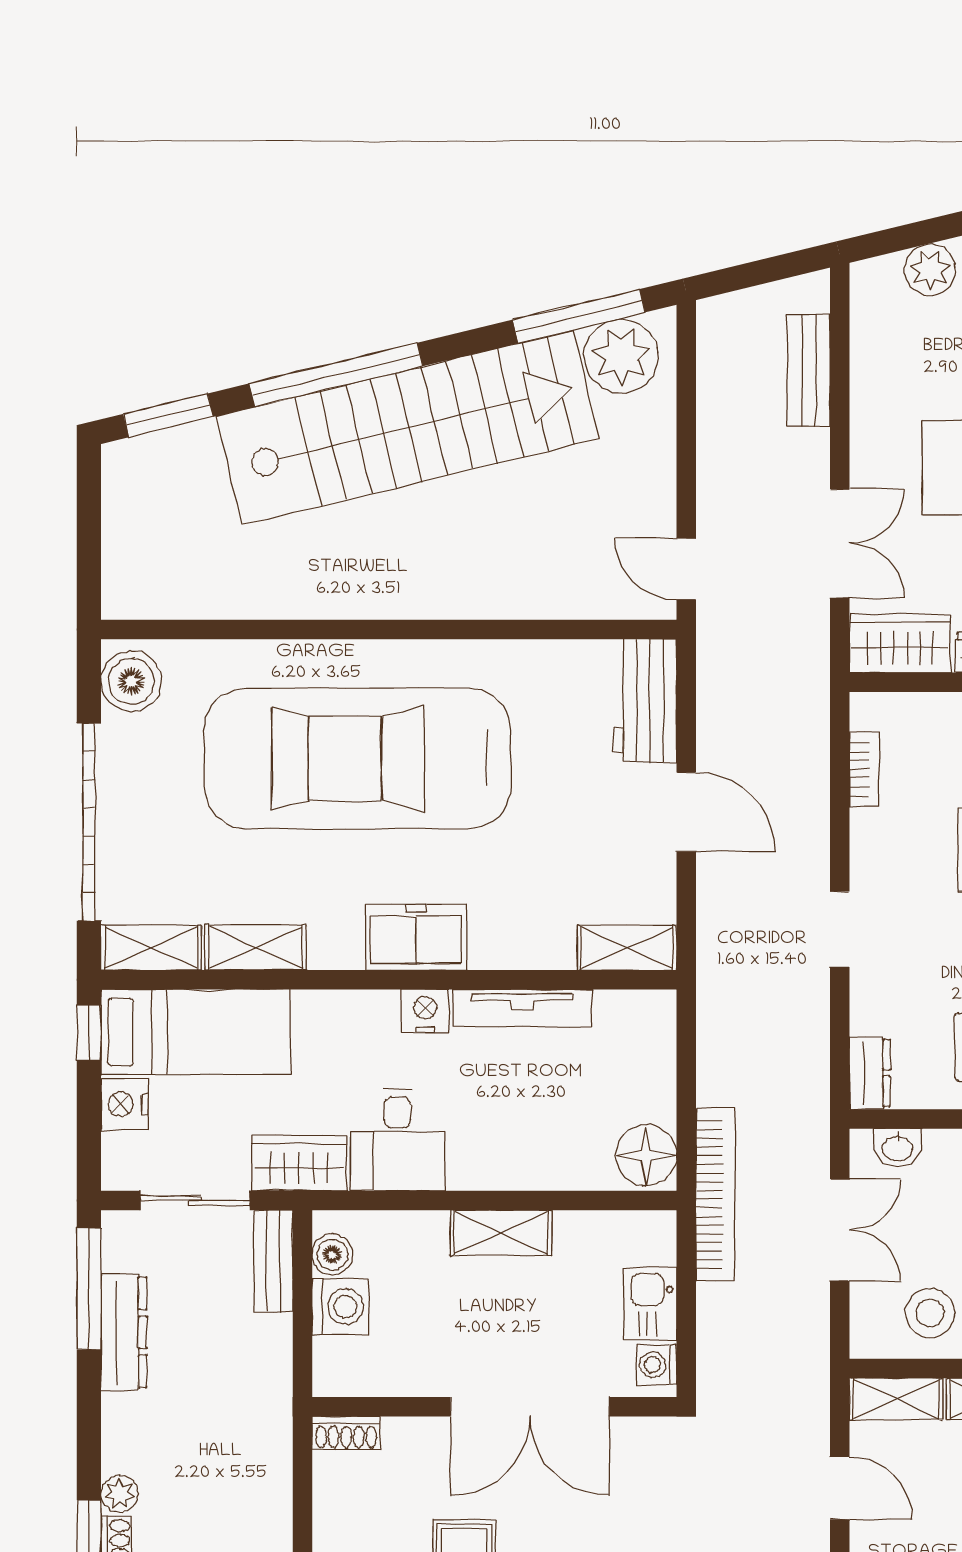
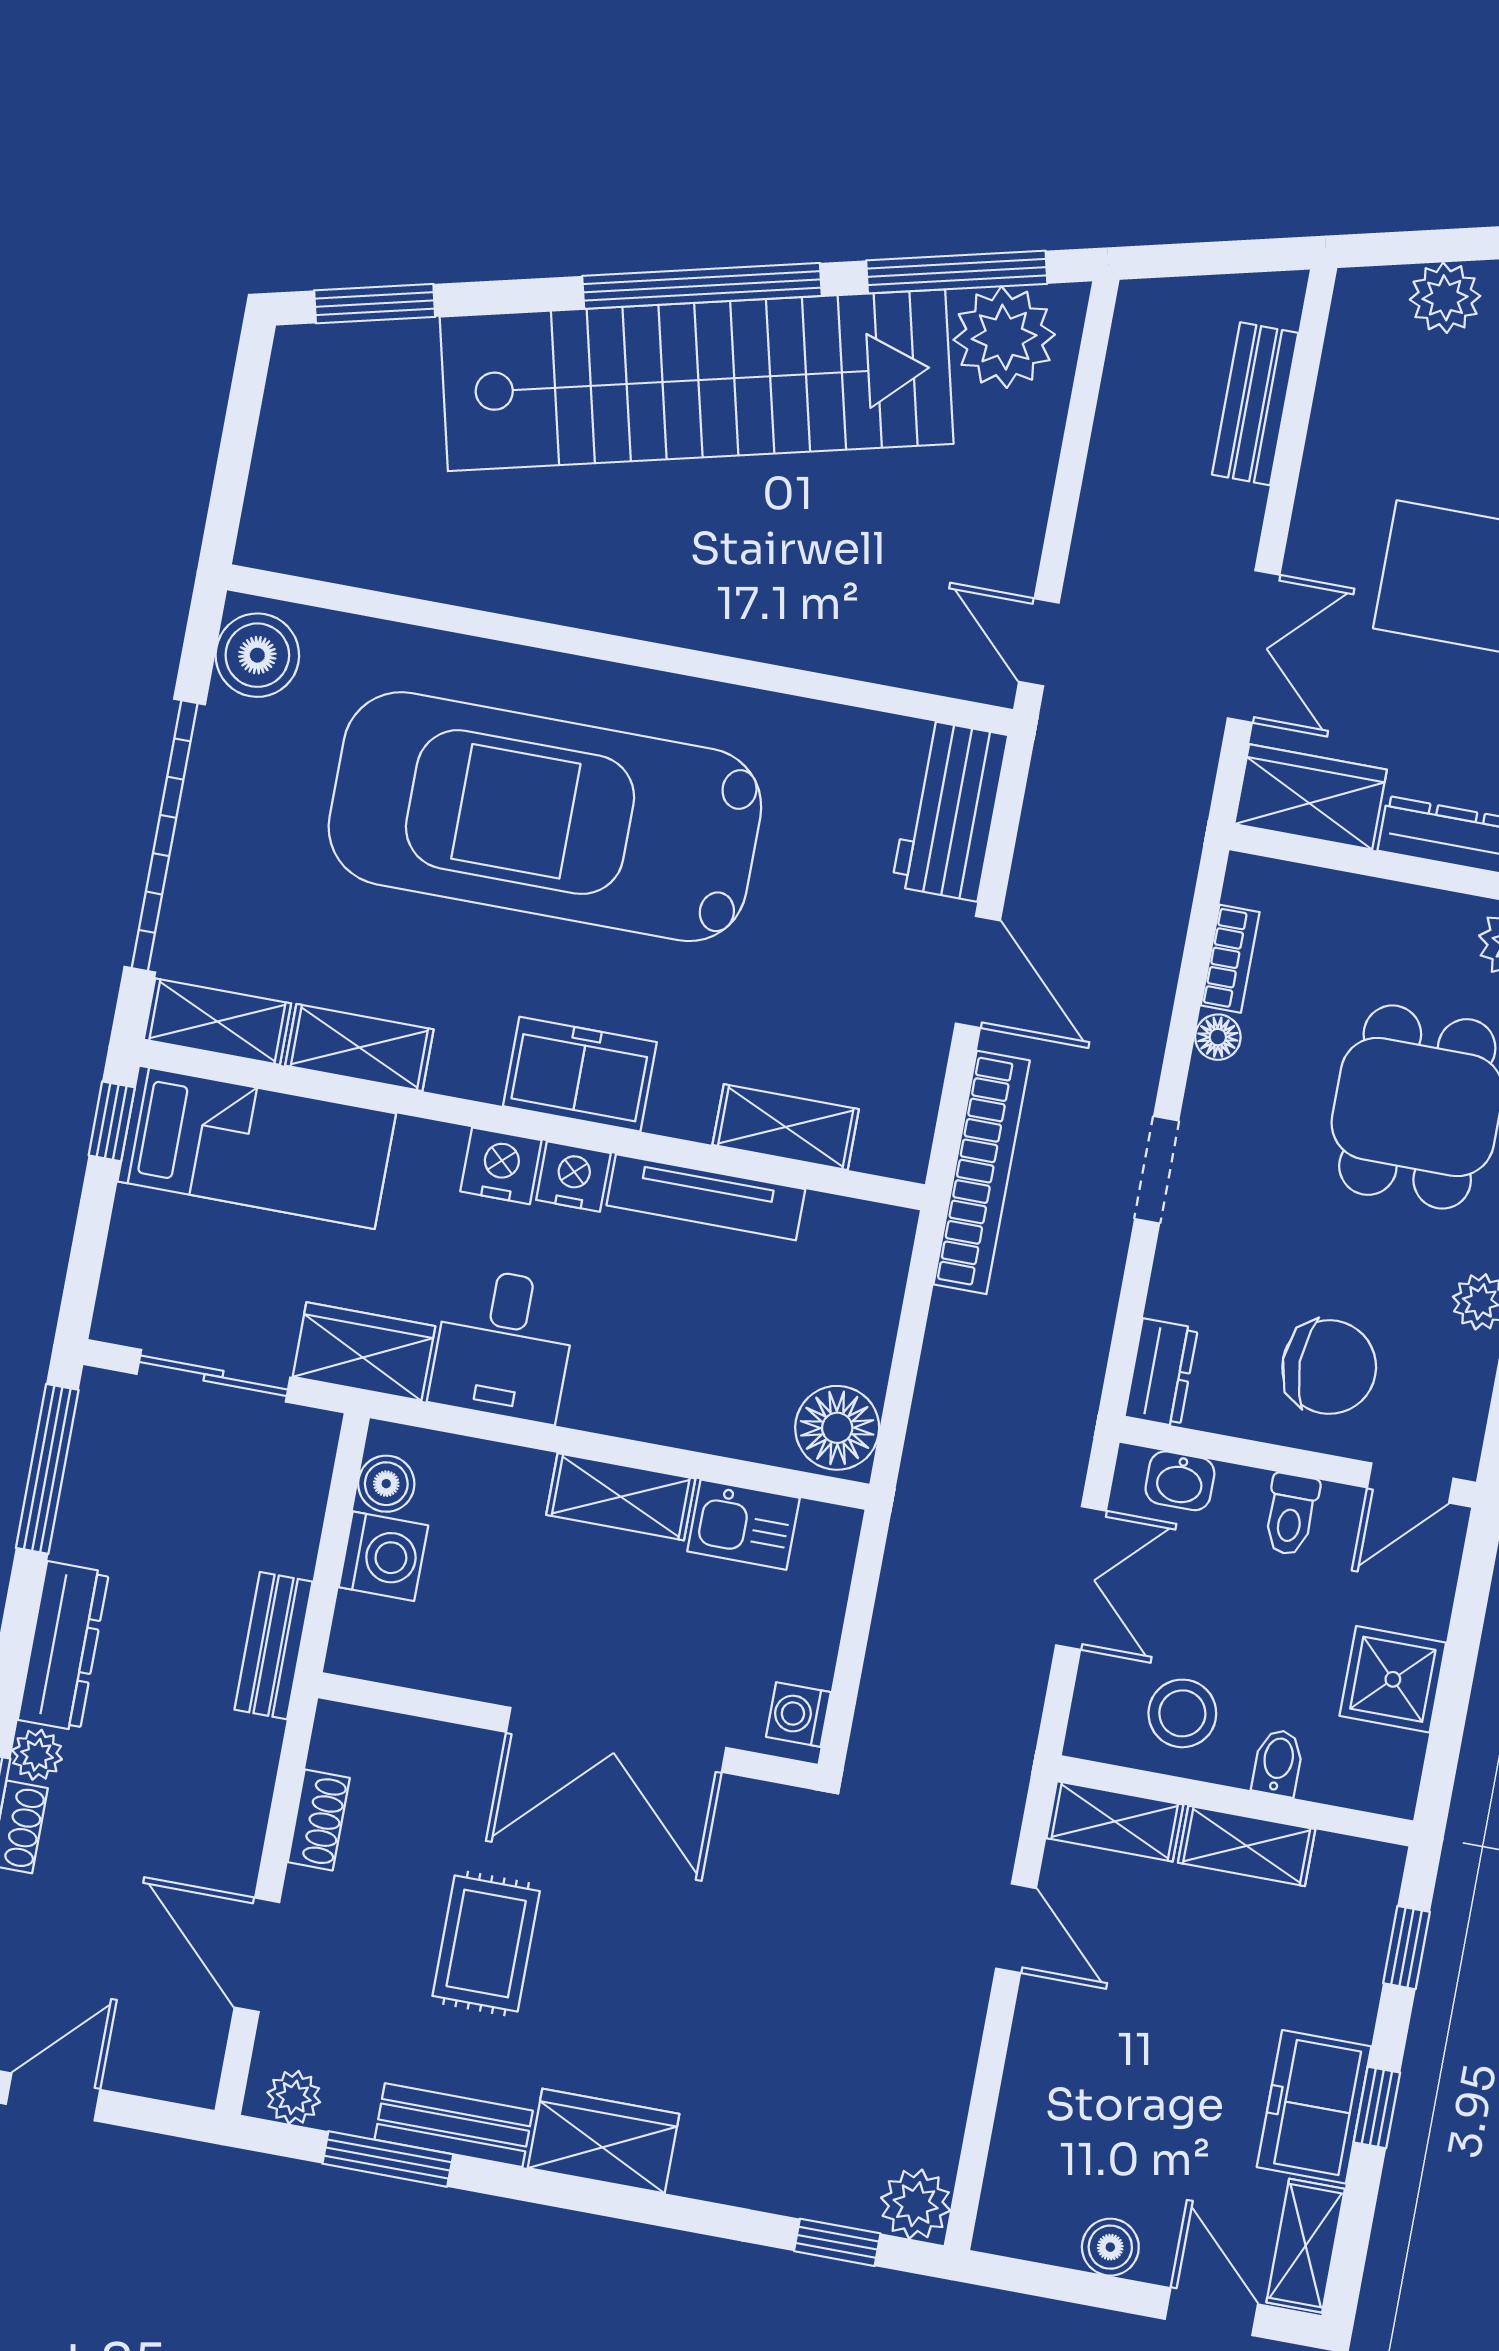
window: (336, 375) -> (702, 286), moved
floor lamp: (866, 827) -> (1218, 1037), added
shelving: (627, 948) -> (786, 1127), moved
nightstand: (124, 1104) -> (501, 1166), moved, turned 90
bookcase: (715, 1195) -> (982, 1172), moved
bench: (273, 1261) -> (274, 1646), moved
kitchen sink: (650, 1304) -> (743, 1525), moved, turned -90
dresser: (124, 1332) -> (63, 1646), moved
shoe rack: (346, 1433) -> (319, 1820), moved, turned -90

